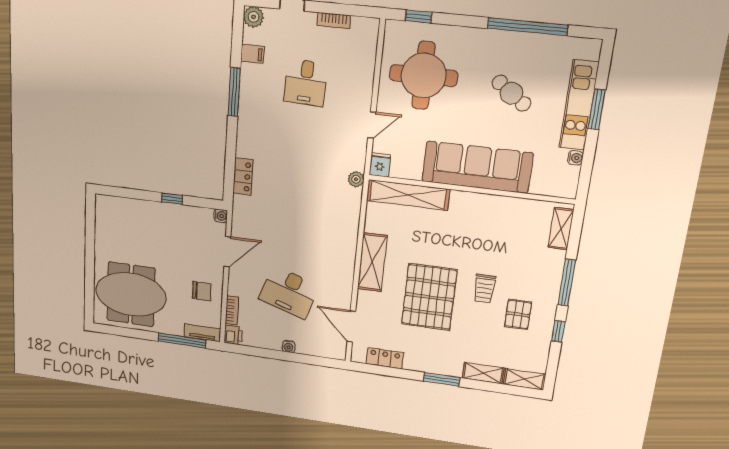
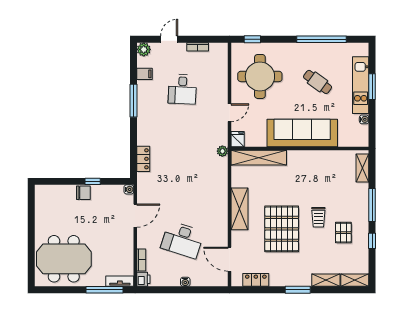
chair: (202, 291) -> (83, 193), moved

